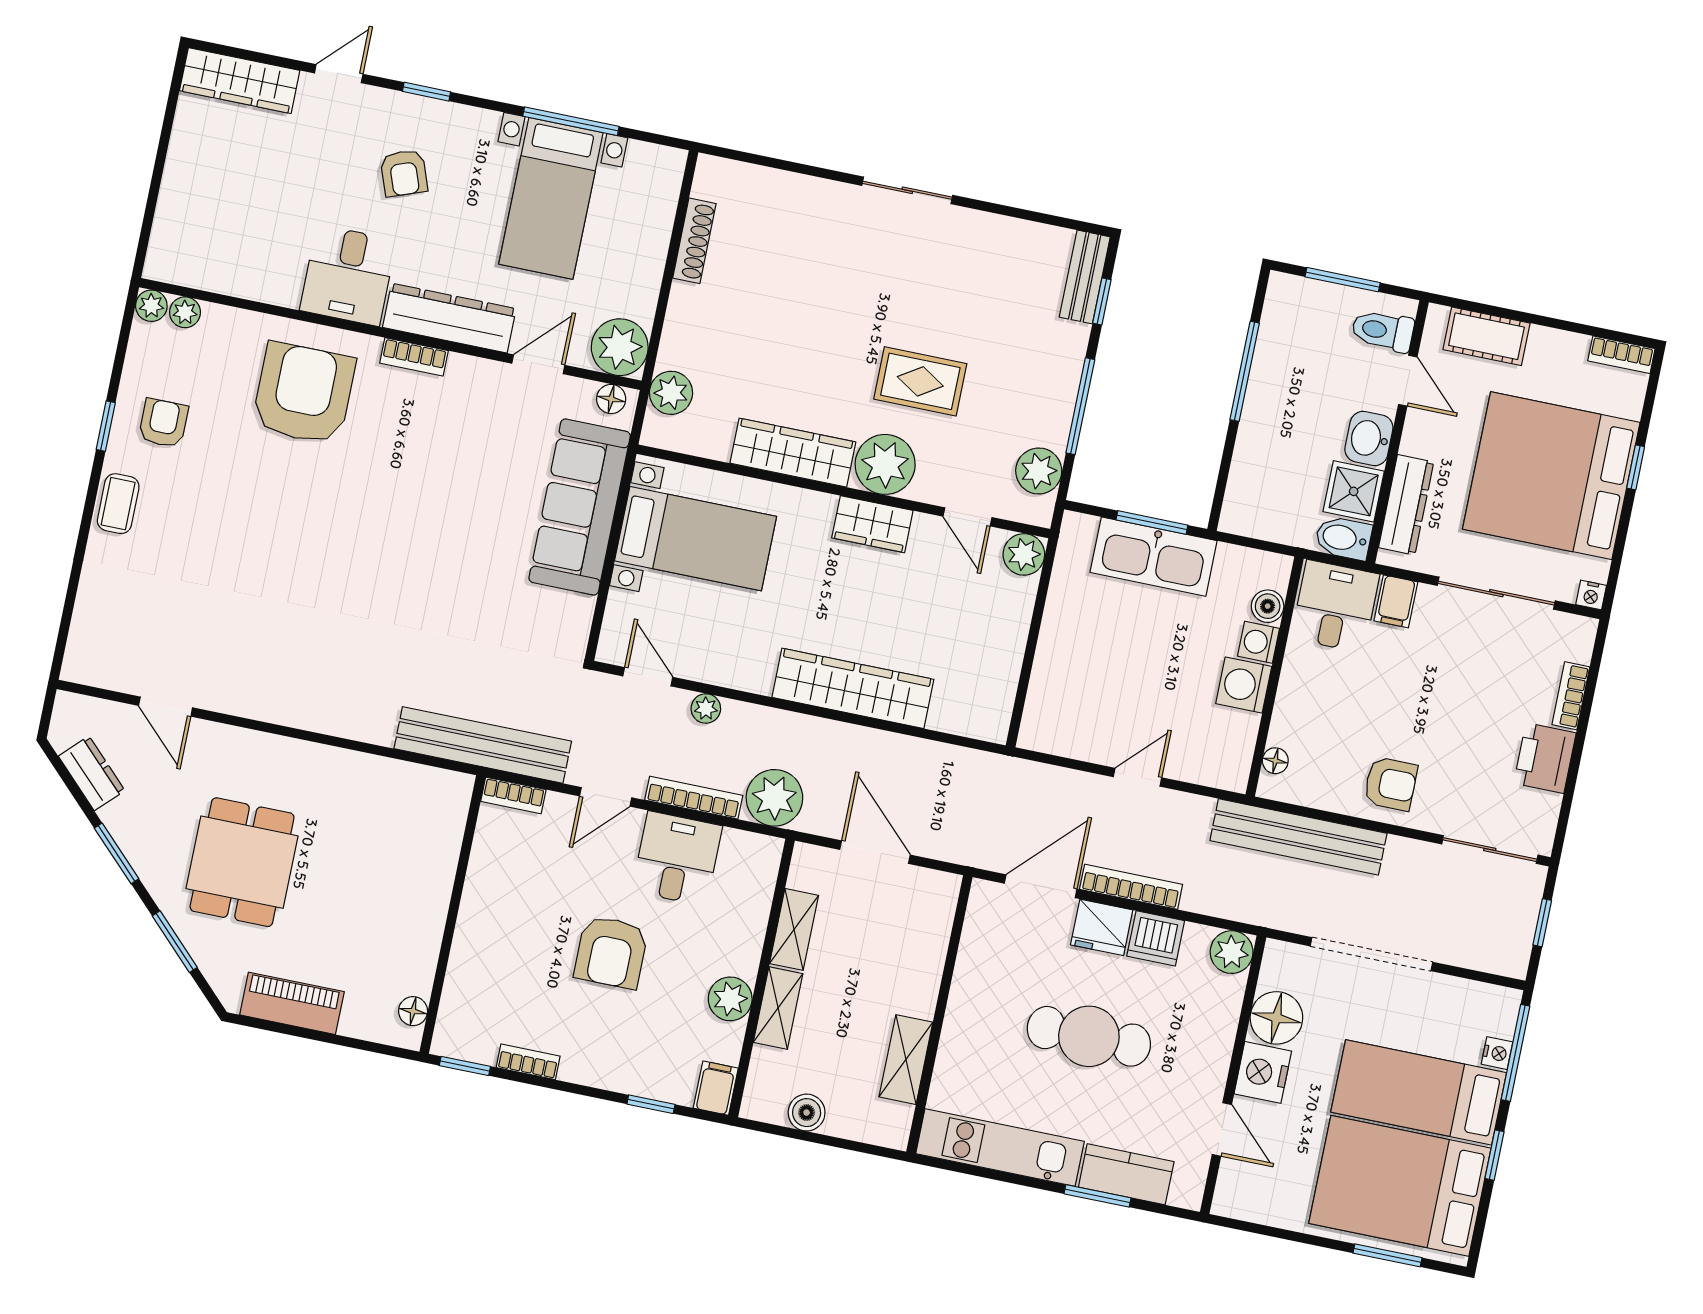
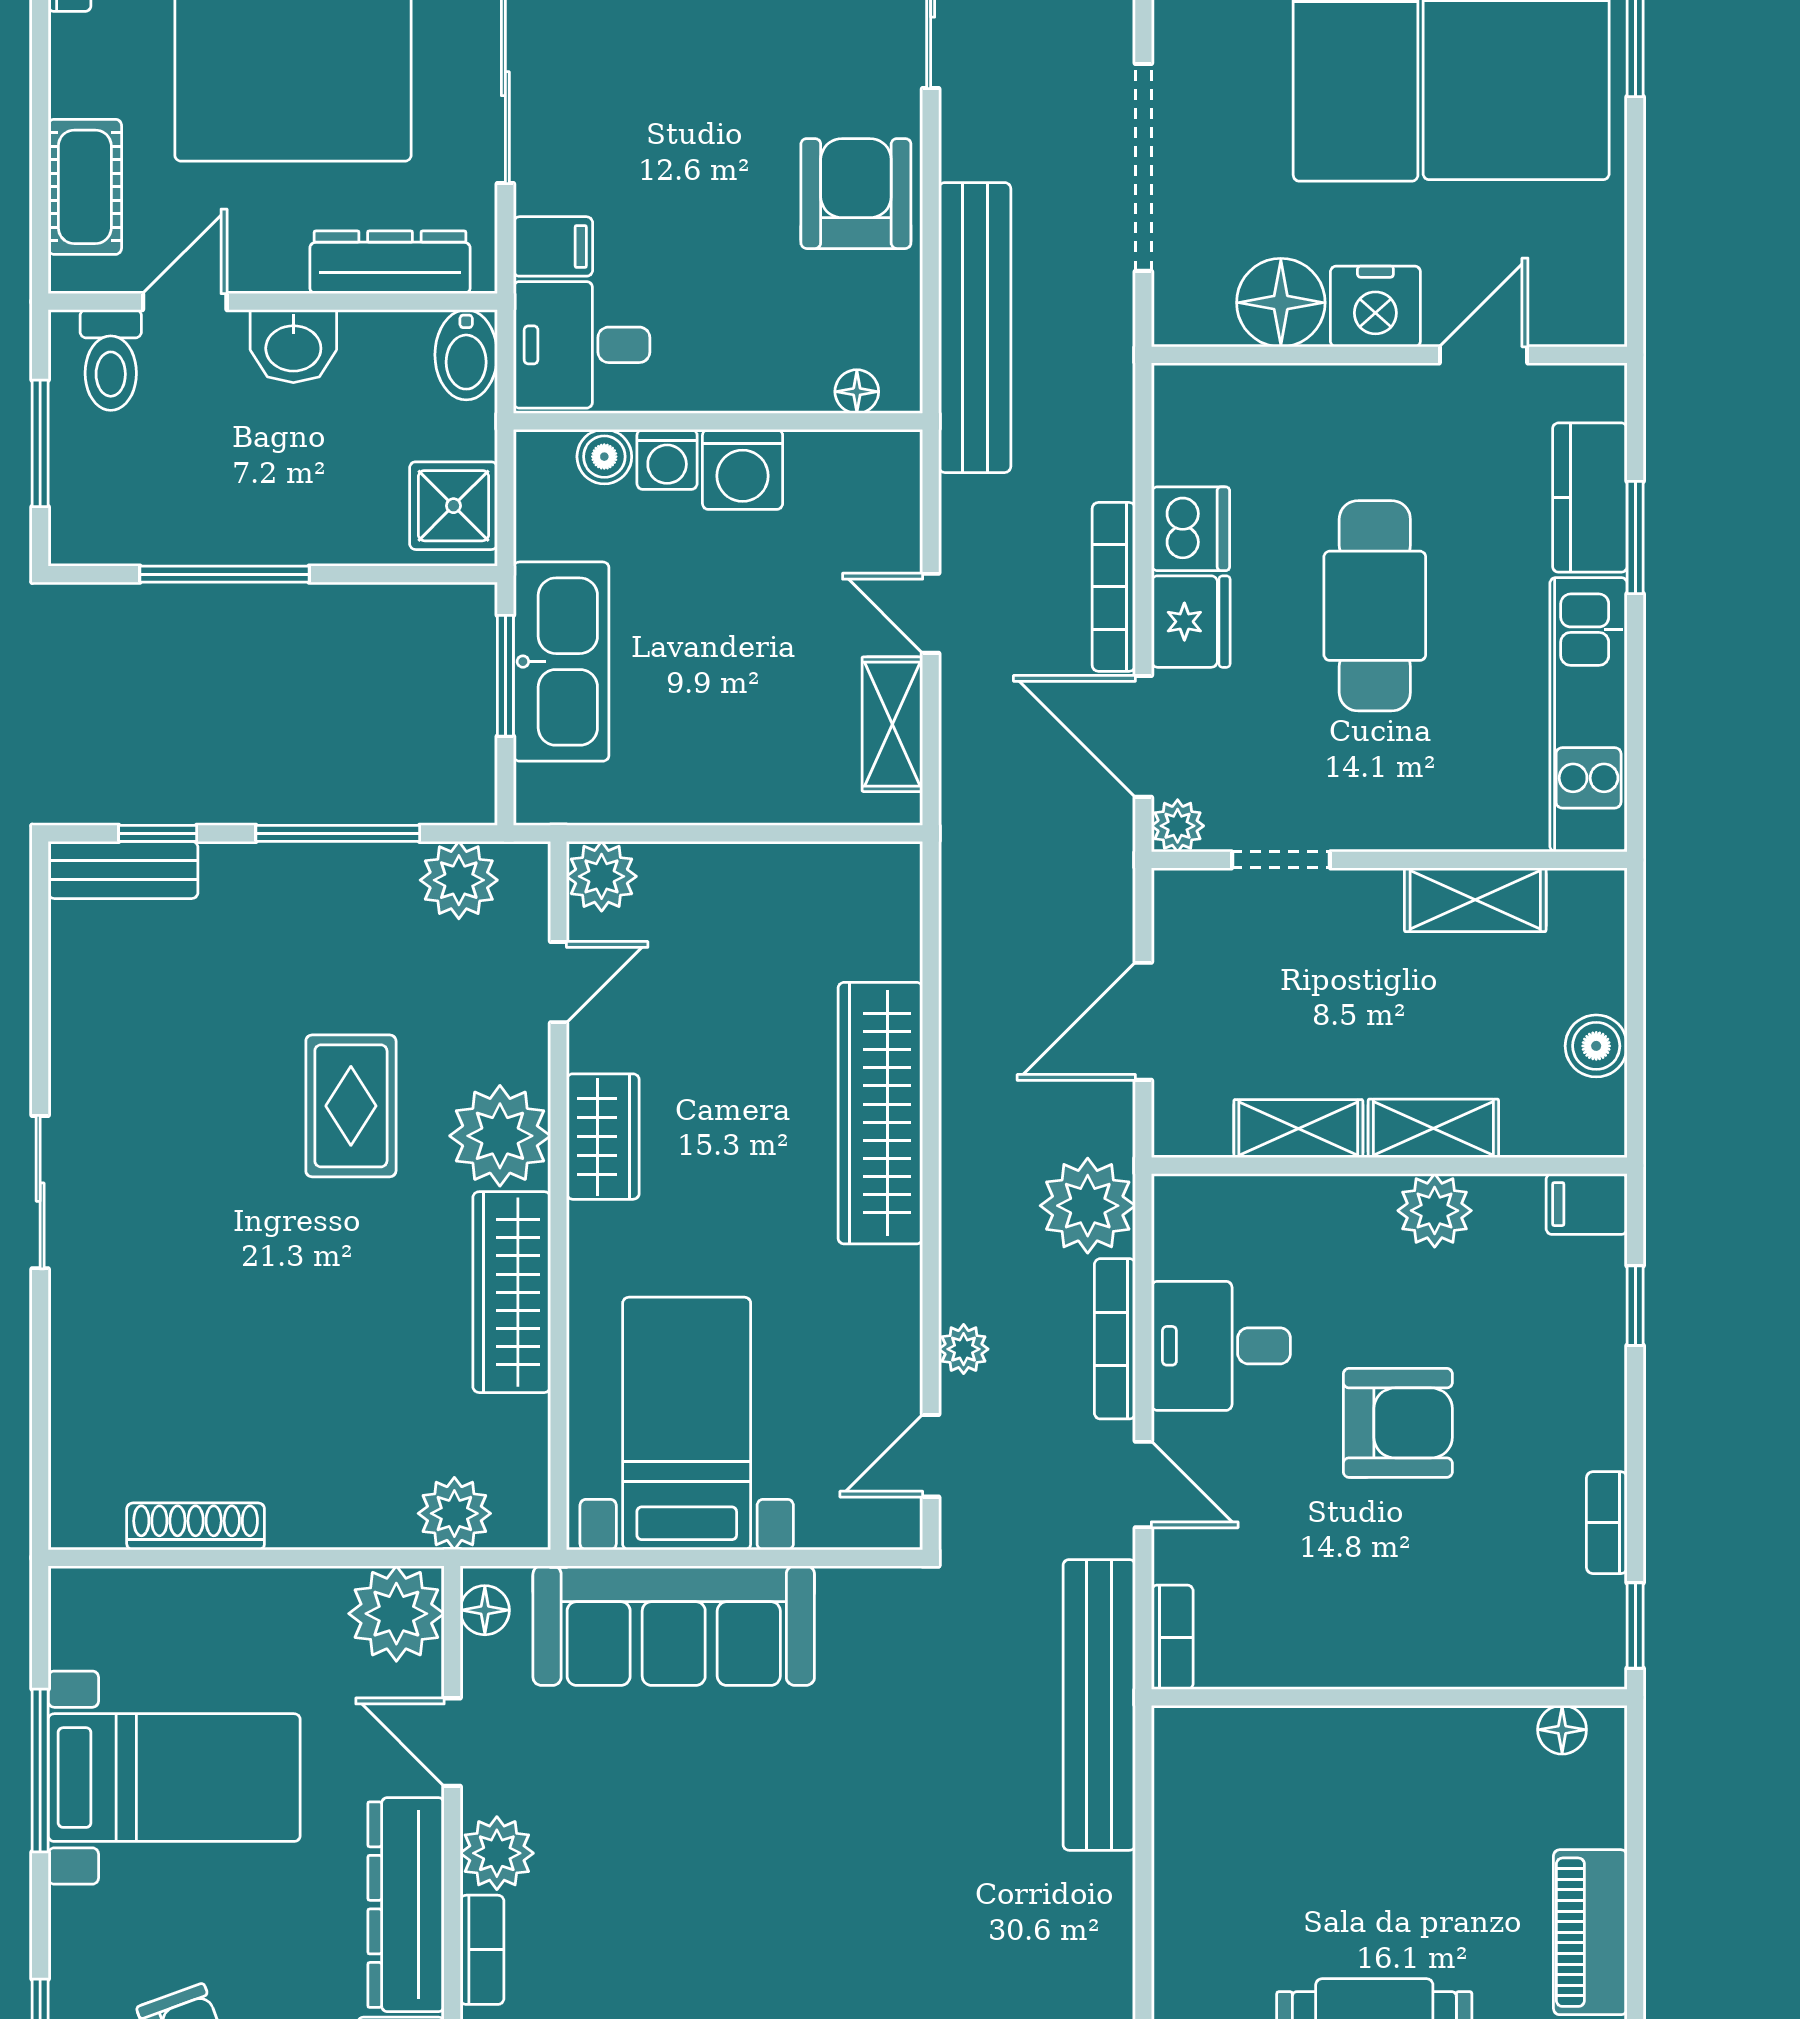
plant: (468, 377) -> (497, 1853), added
shower: (1354, 491) -> (453, 506), moved
shelving: (1078, 742) -> (892, 724), added
armchair: (1391, 784) -> (856, 194), width x1.38, depth x1.38
doorway: (952, 951) -> (1281, 860), added
plant: (1232, 952) -> (1178, 826), moved, width x0.73, depth x0.73

